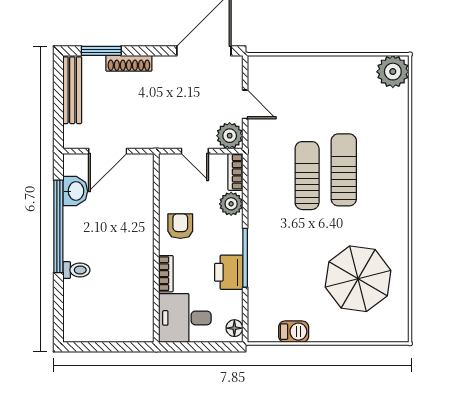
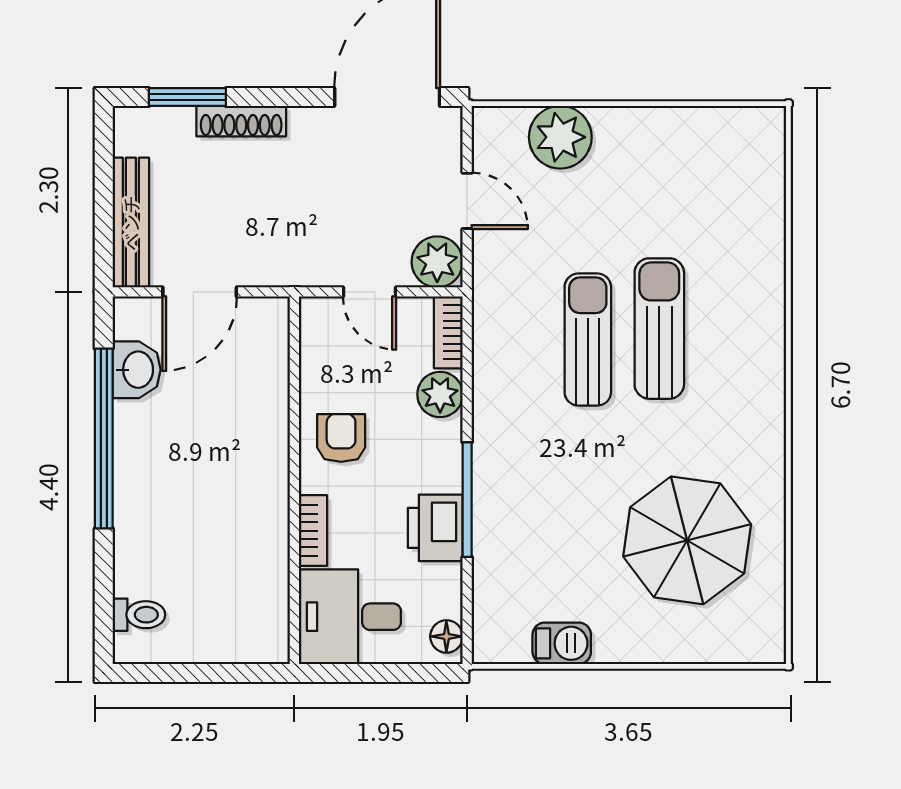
plant: (393, 72) -> (560, 137), moved
bench: (72, 90) -> (131, 223), moved
toilet: (76, 270) -> (139, 615), moved

